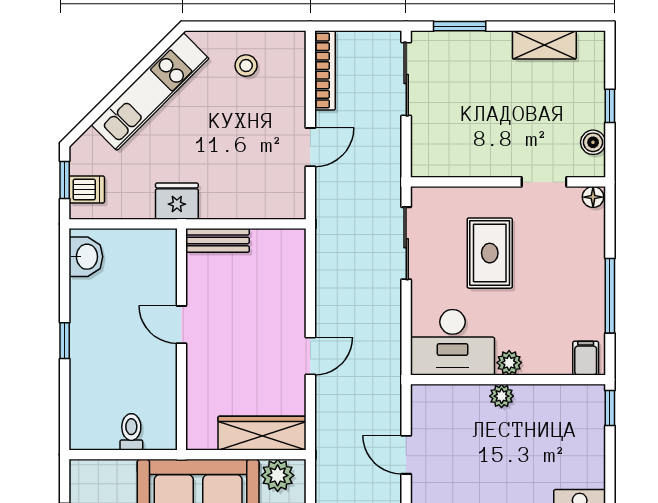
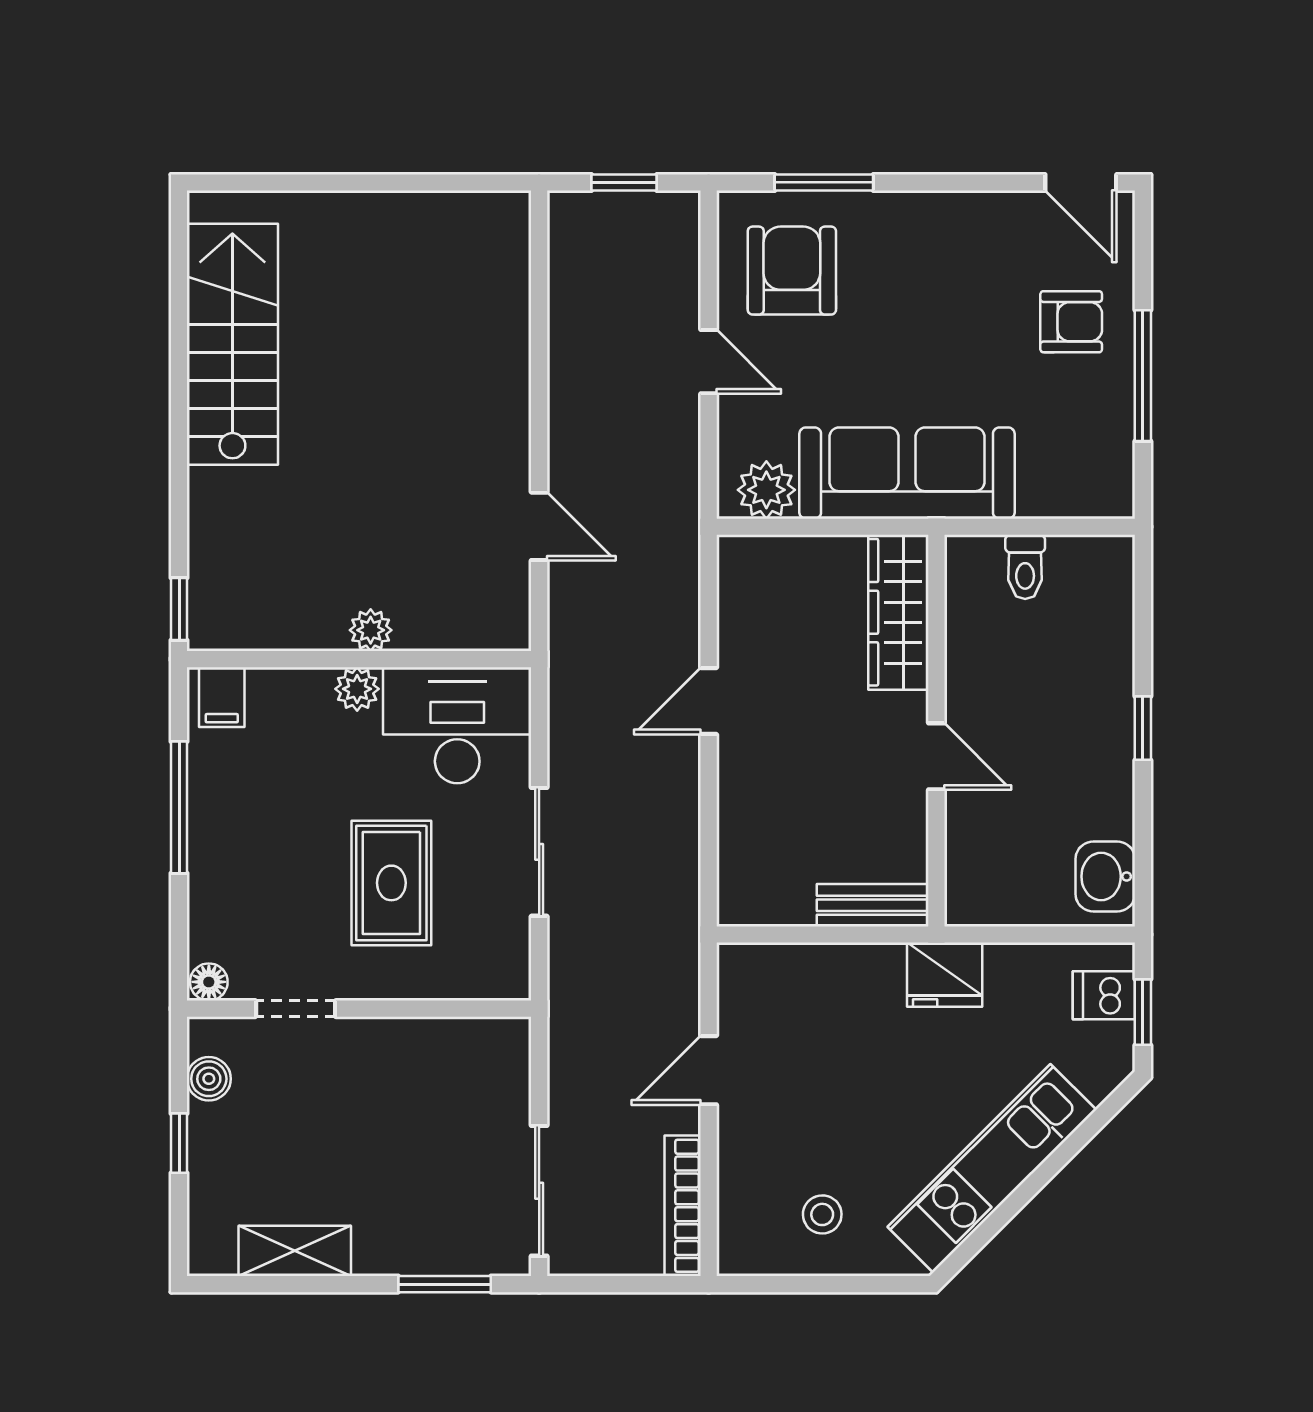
sliding door: (406, 243) -> (539, 852), moved
wardrobe: (262, 433) -> (898, 612), moved, turned 90

